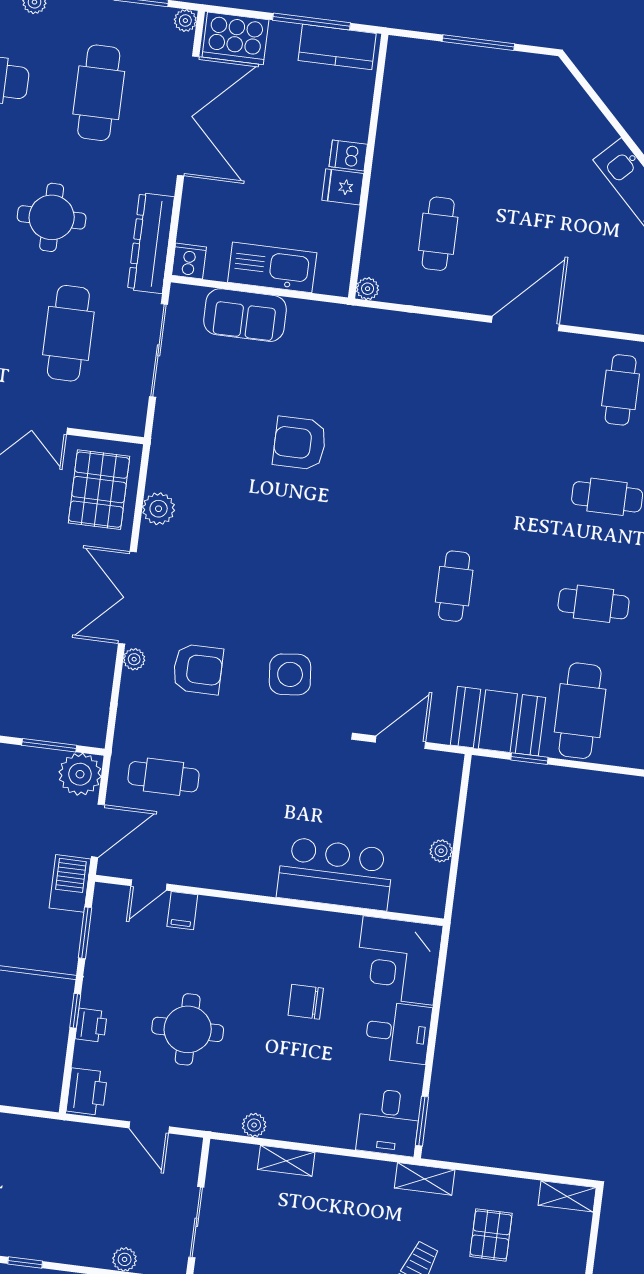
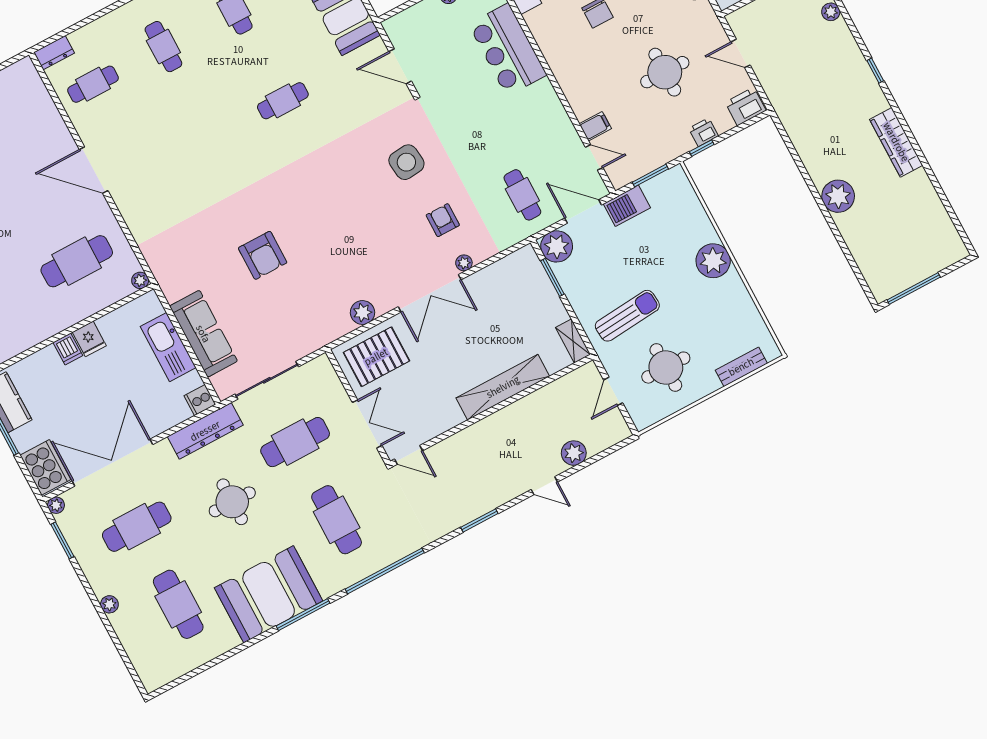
cafe table: (438, 234) -> (77, 261), width x1.37, depth x1.35
sofa: (245, 315) -> (203, 334), width x1.36
armchair: (198, 669) -> (443, 220), width x0.72, depth x0.72
door: (149, 1127) -> (740, 53), swing flipped

